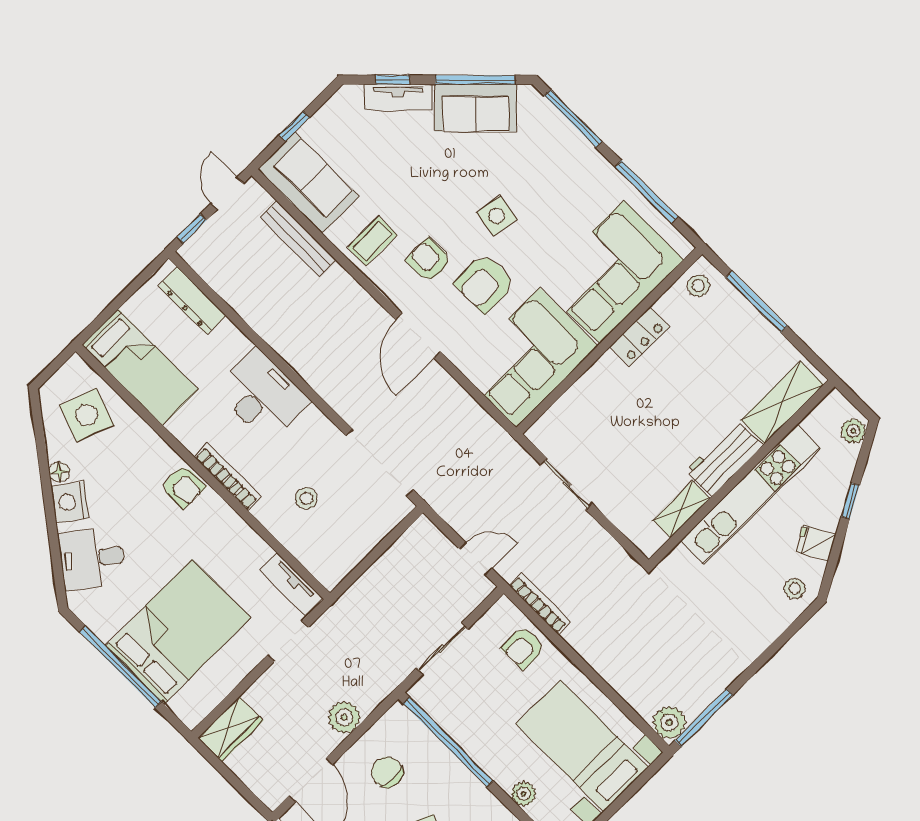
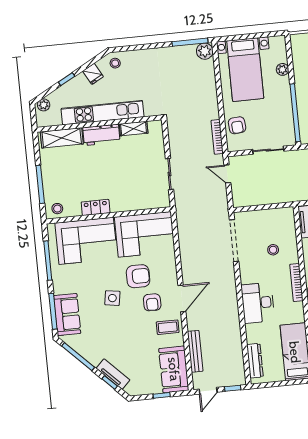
sofa: (476, 108) -> (67, 315), moved, turned 45
door: (418, 336) -> (182, 299), moved
armchair: (523, 648) -> (237, 125), turned 85

